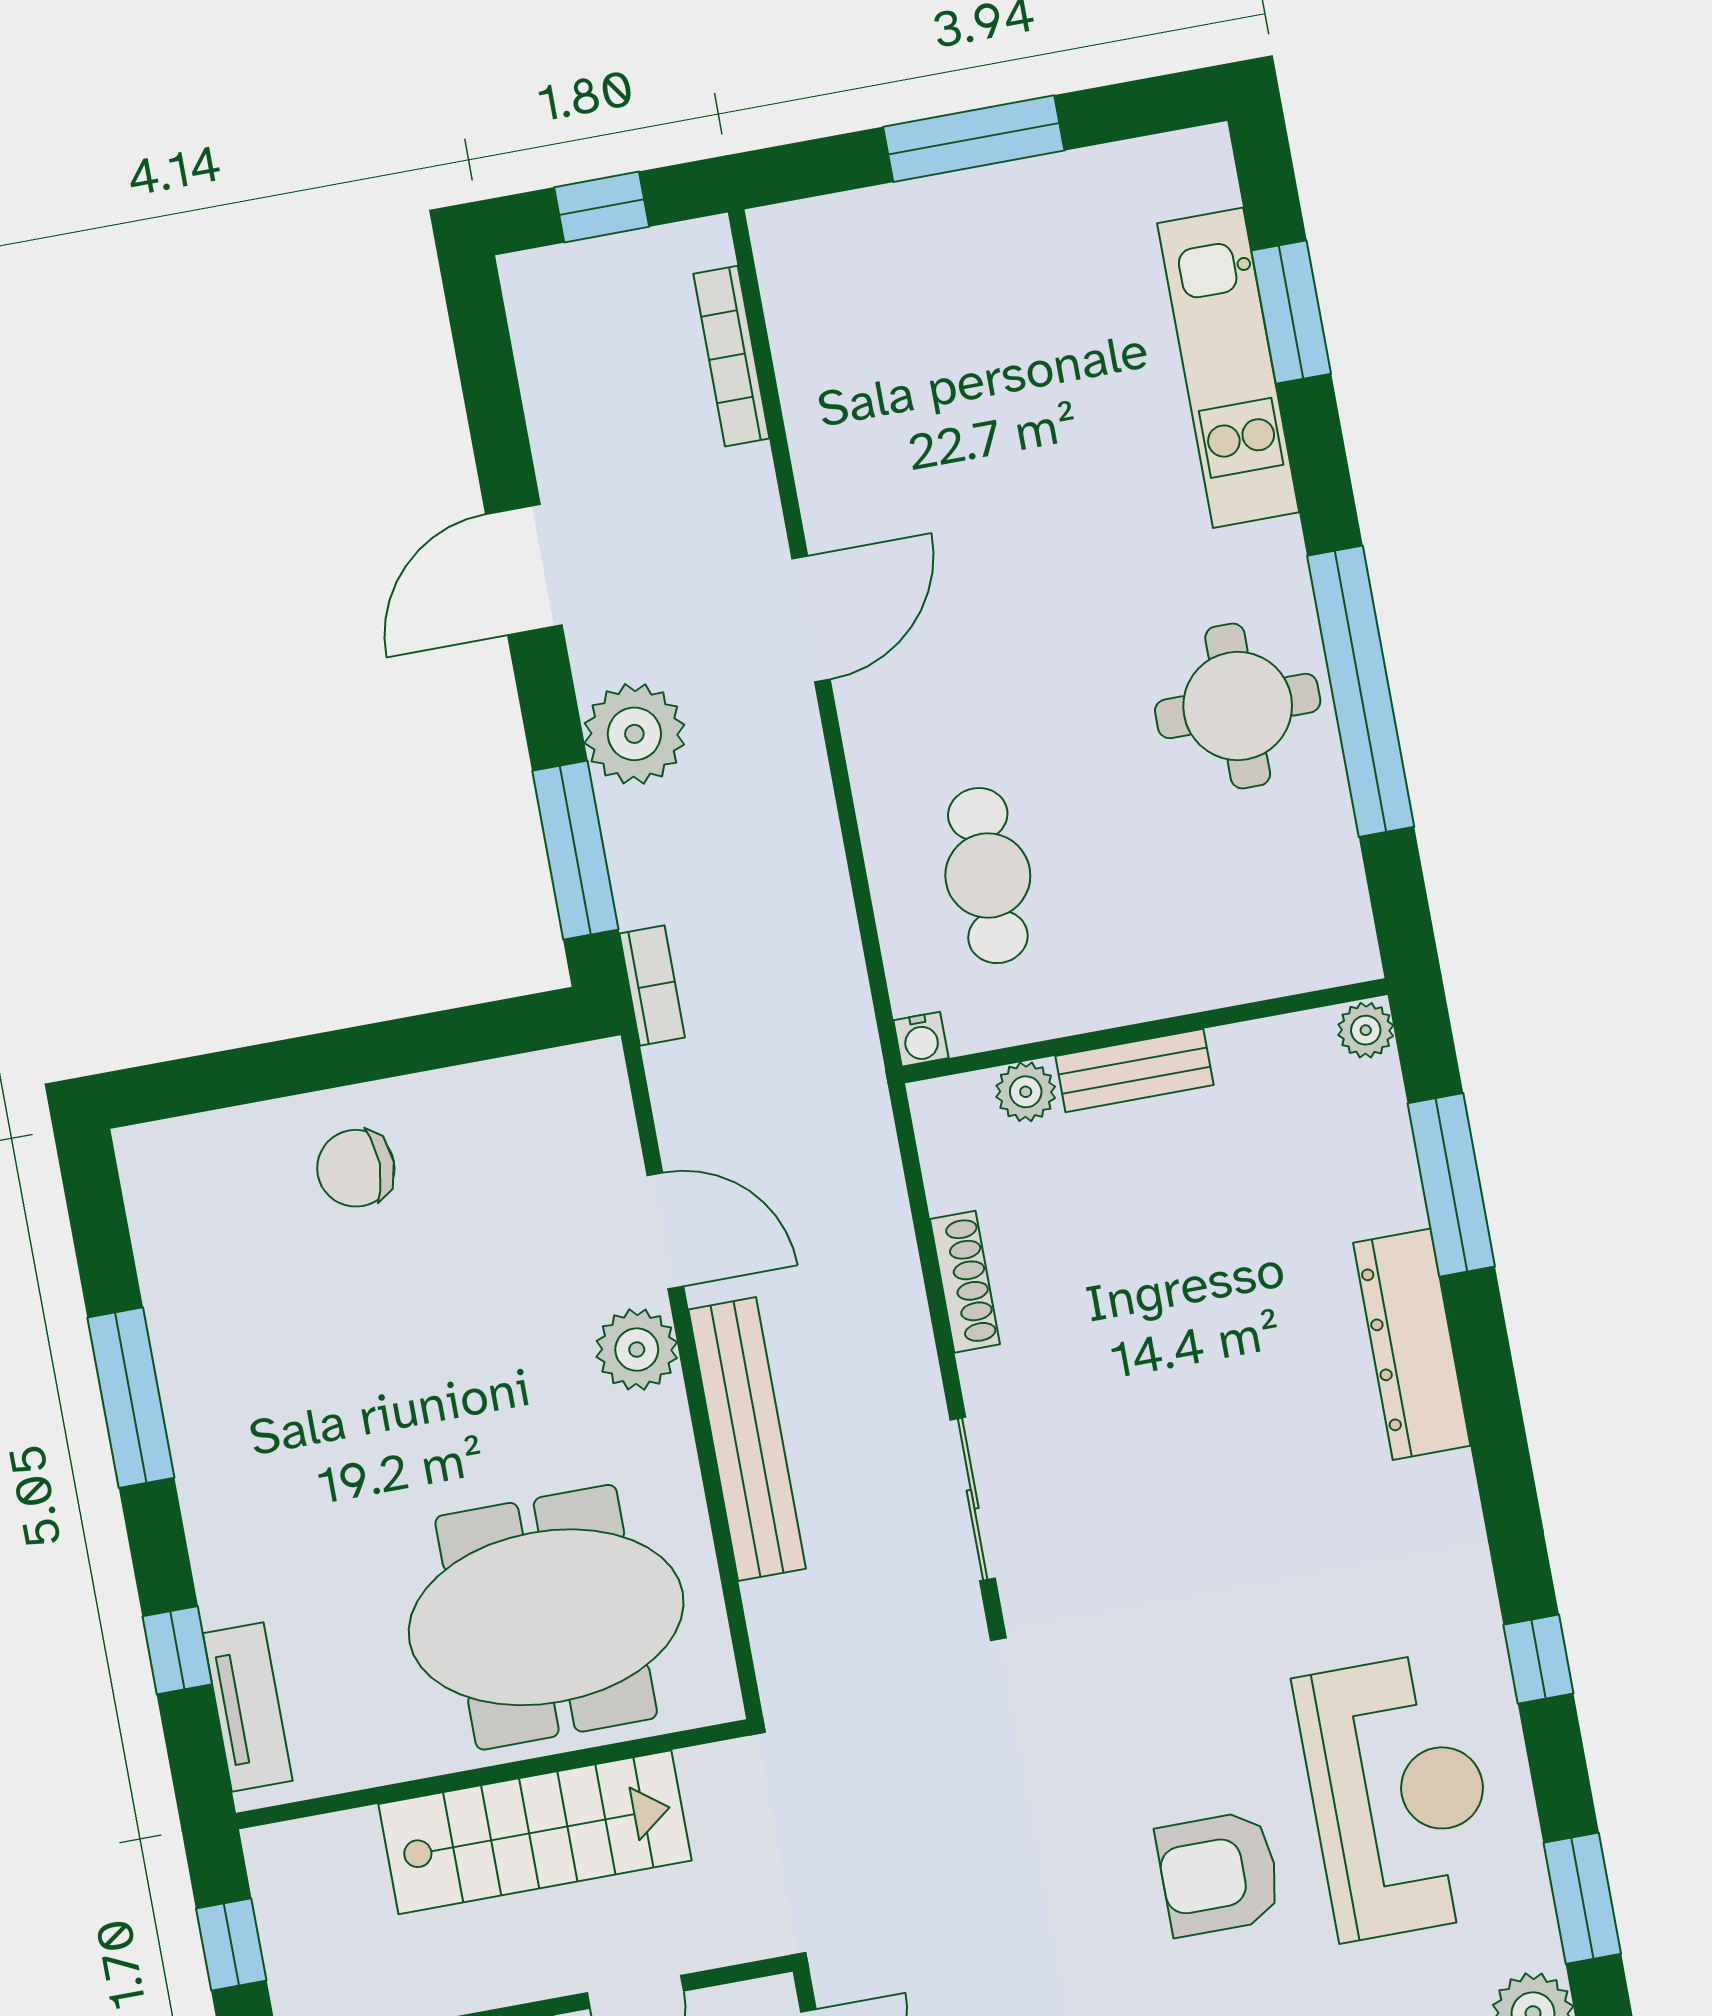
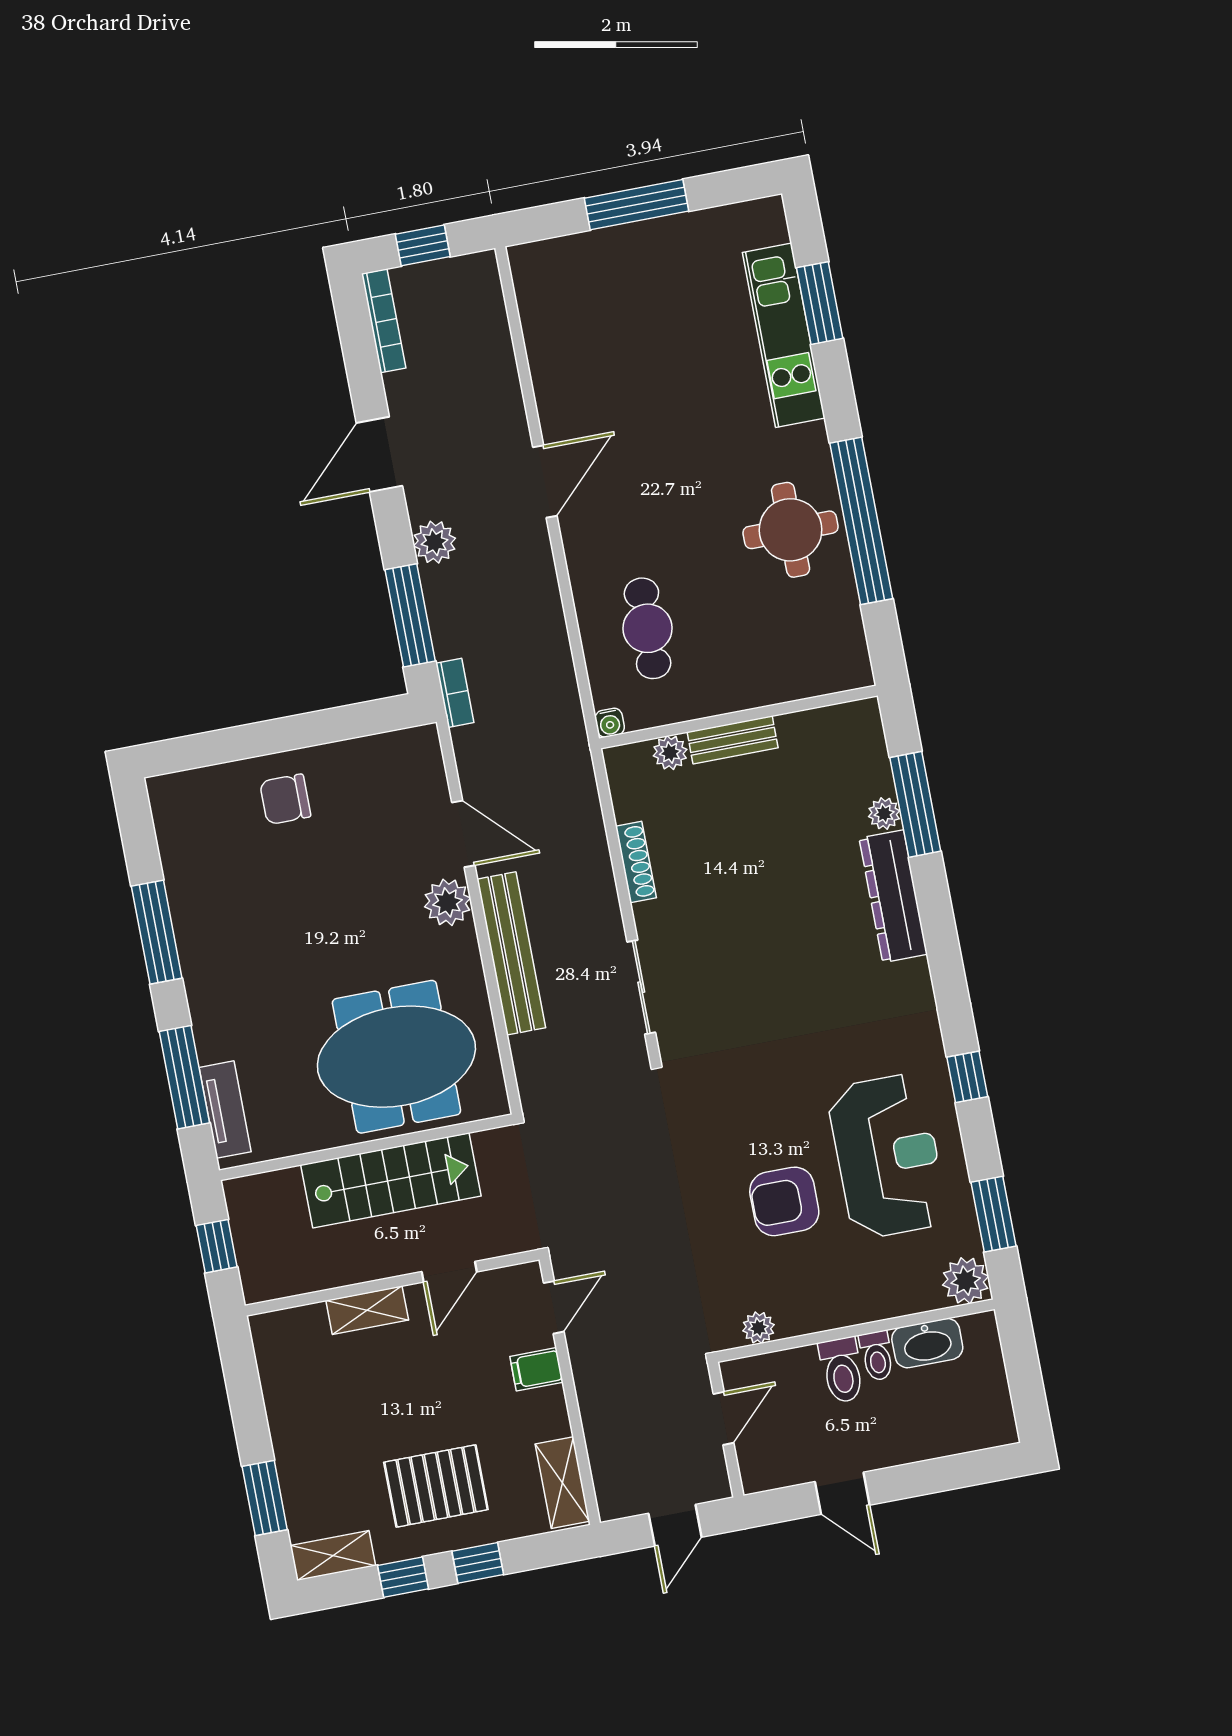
bookcase: (731, 356) -> (384, 321), moved, turned 180
plant: (634, 734) -> (434, 542), width x0.73, depth x0.73
plant: (1366, 1030) -> (884, 814), moved
window: (177, 1650) -> (184, 1077), width x2.17

